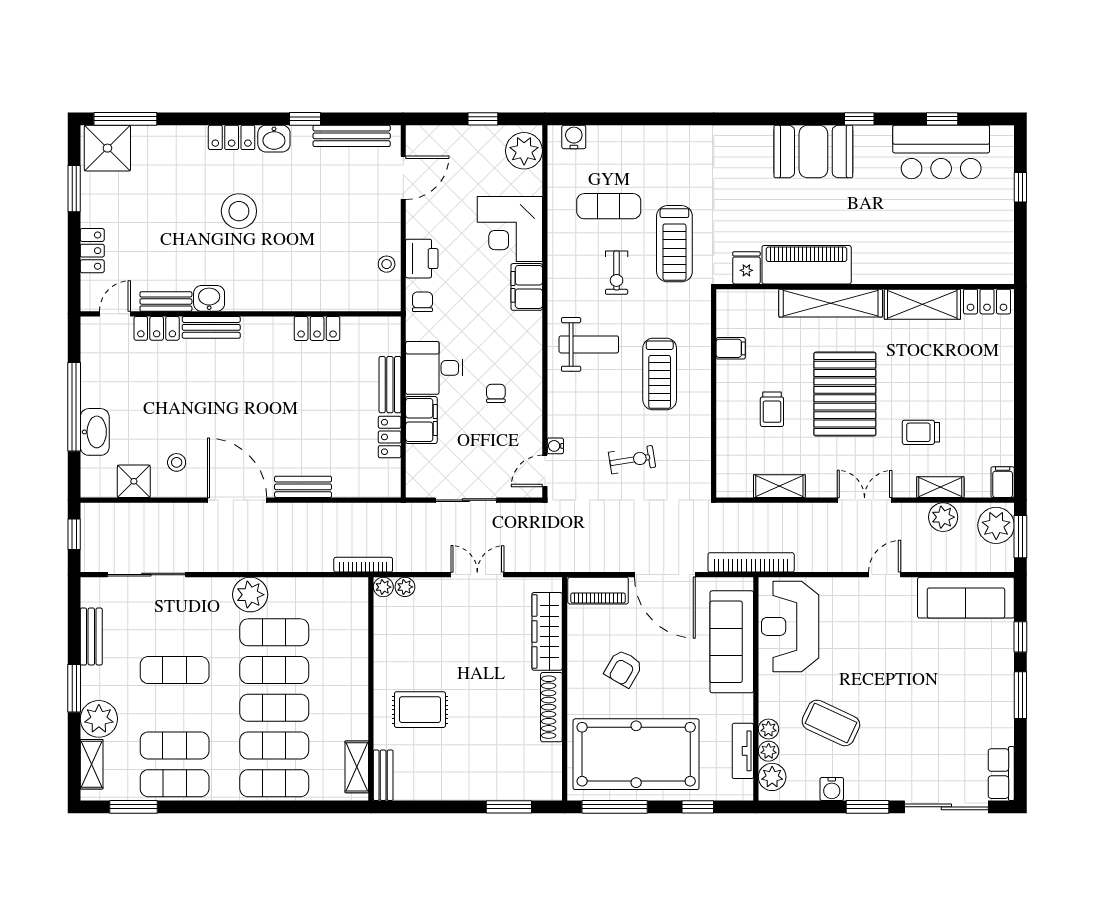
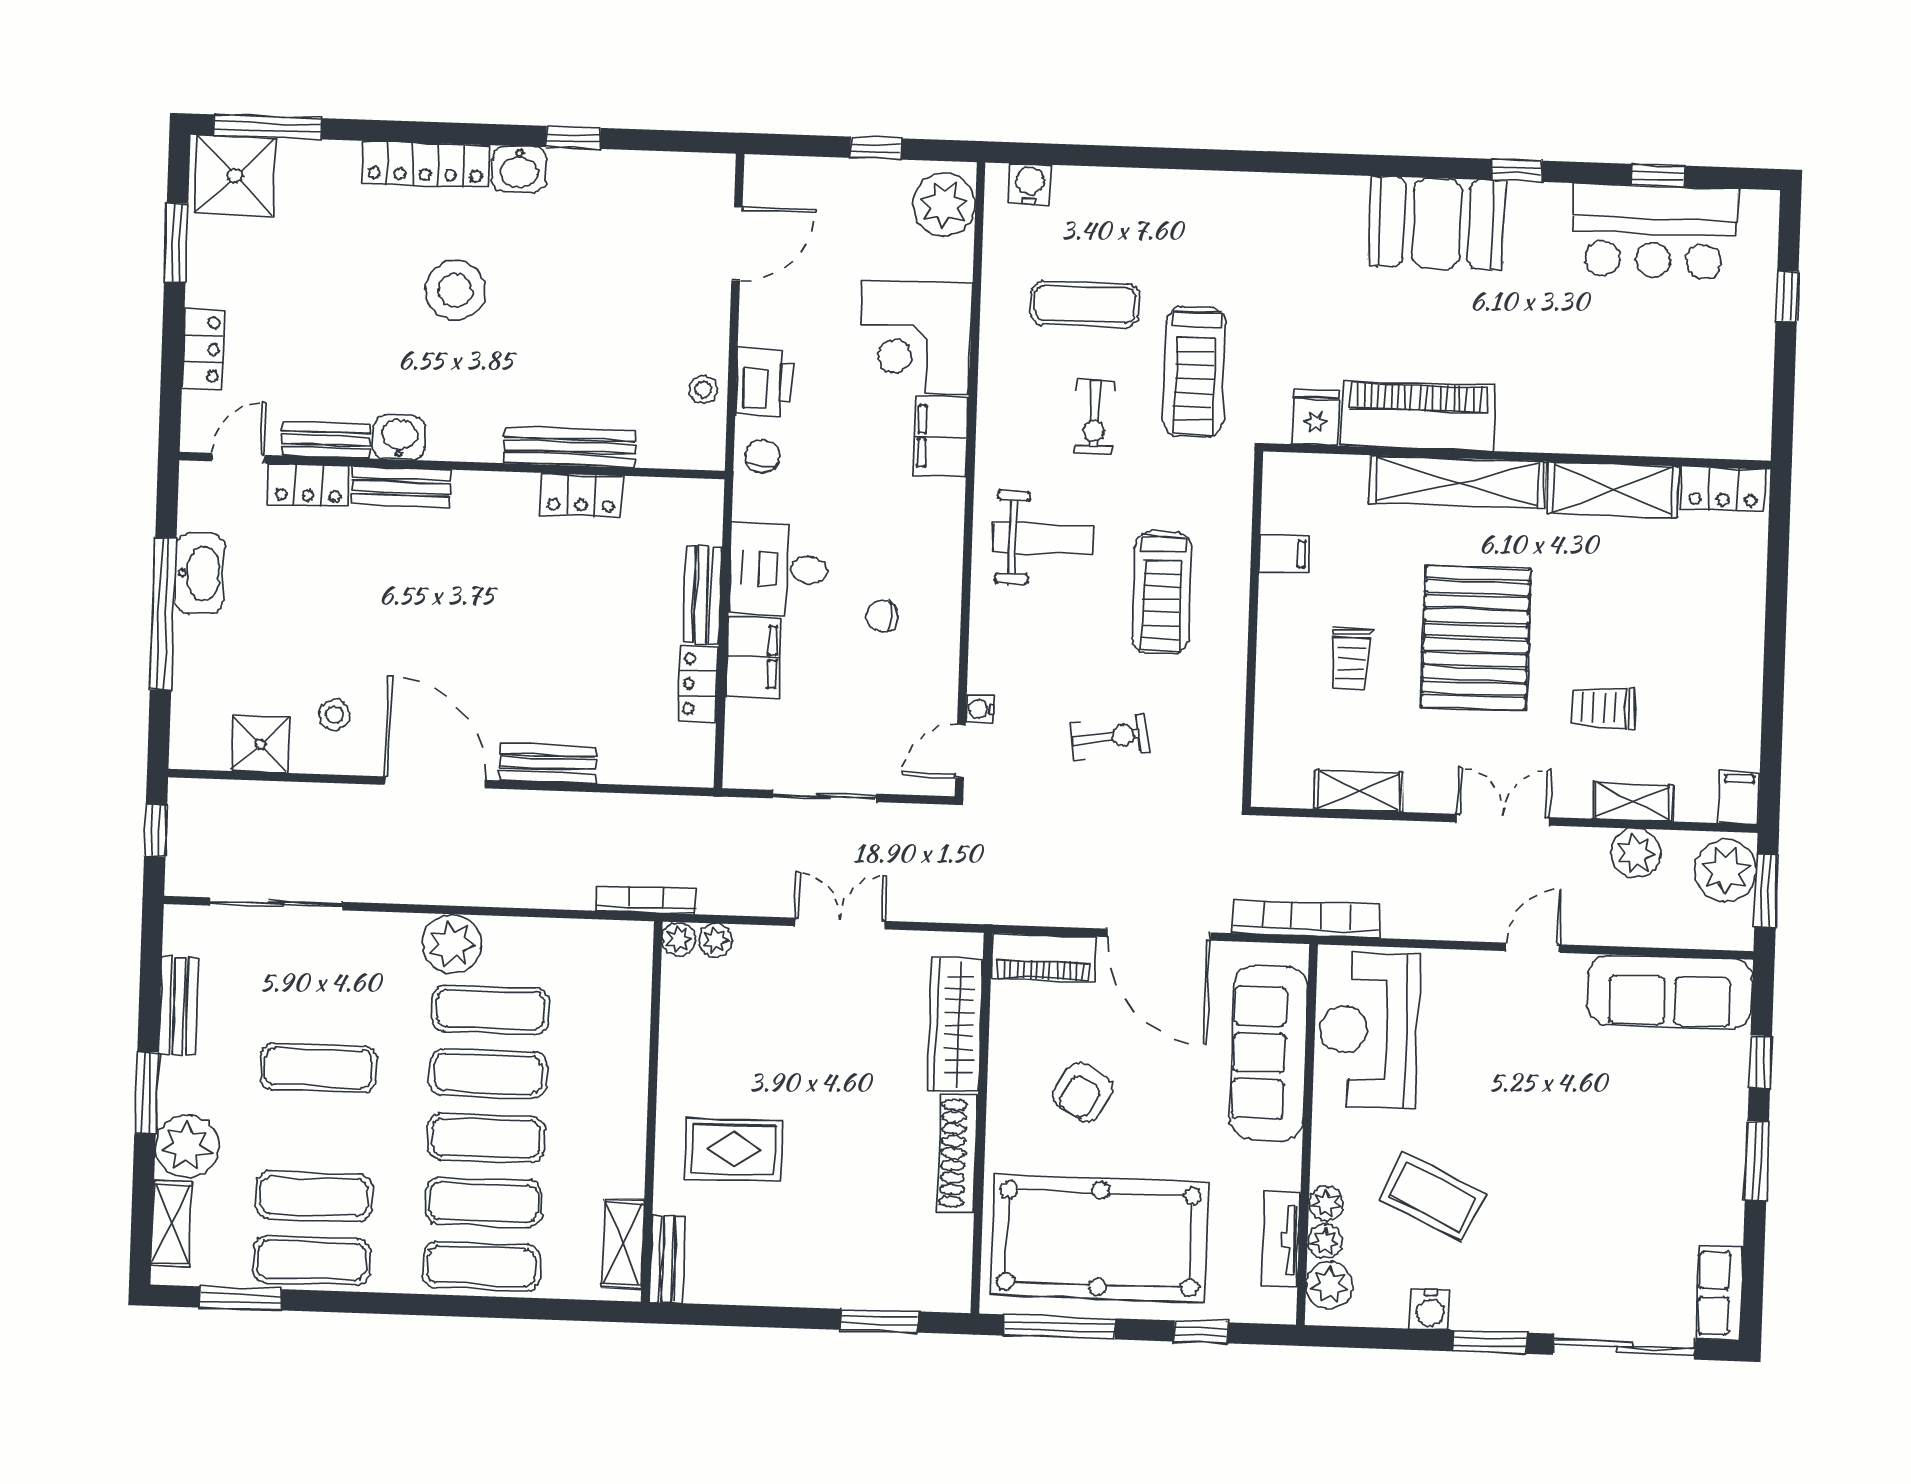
bench: (352, 136) -> (570, 447), moved
locker: (232, 137) -> (425, 164), width x1.53
chair: (496, 393) -> (882, 616), turned -90
washbasin: (95, 432) -> (200, 574), moved

